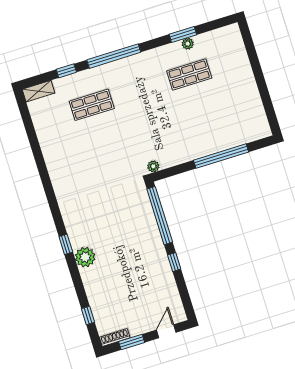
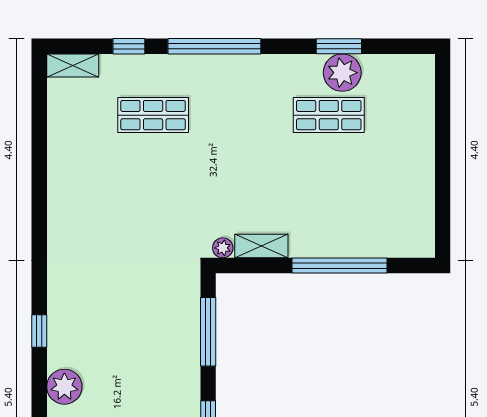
plant: (188, 44) -> (342, 73), width x1.88, depth x1.88
shelving: (174, 159) -> (261, 246), added
window: (160, 216) -> (208, 332), width x0.68
plant: (85, 257) -> (64, 387), moved

